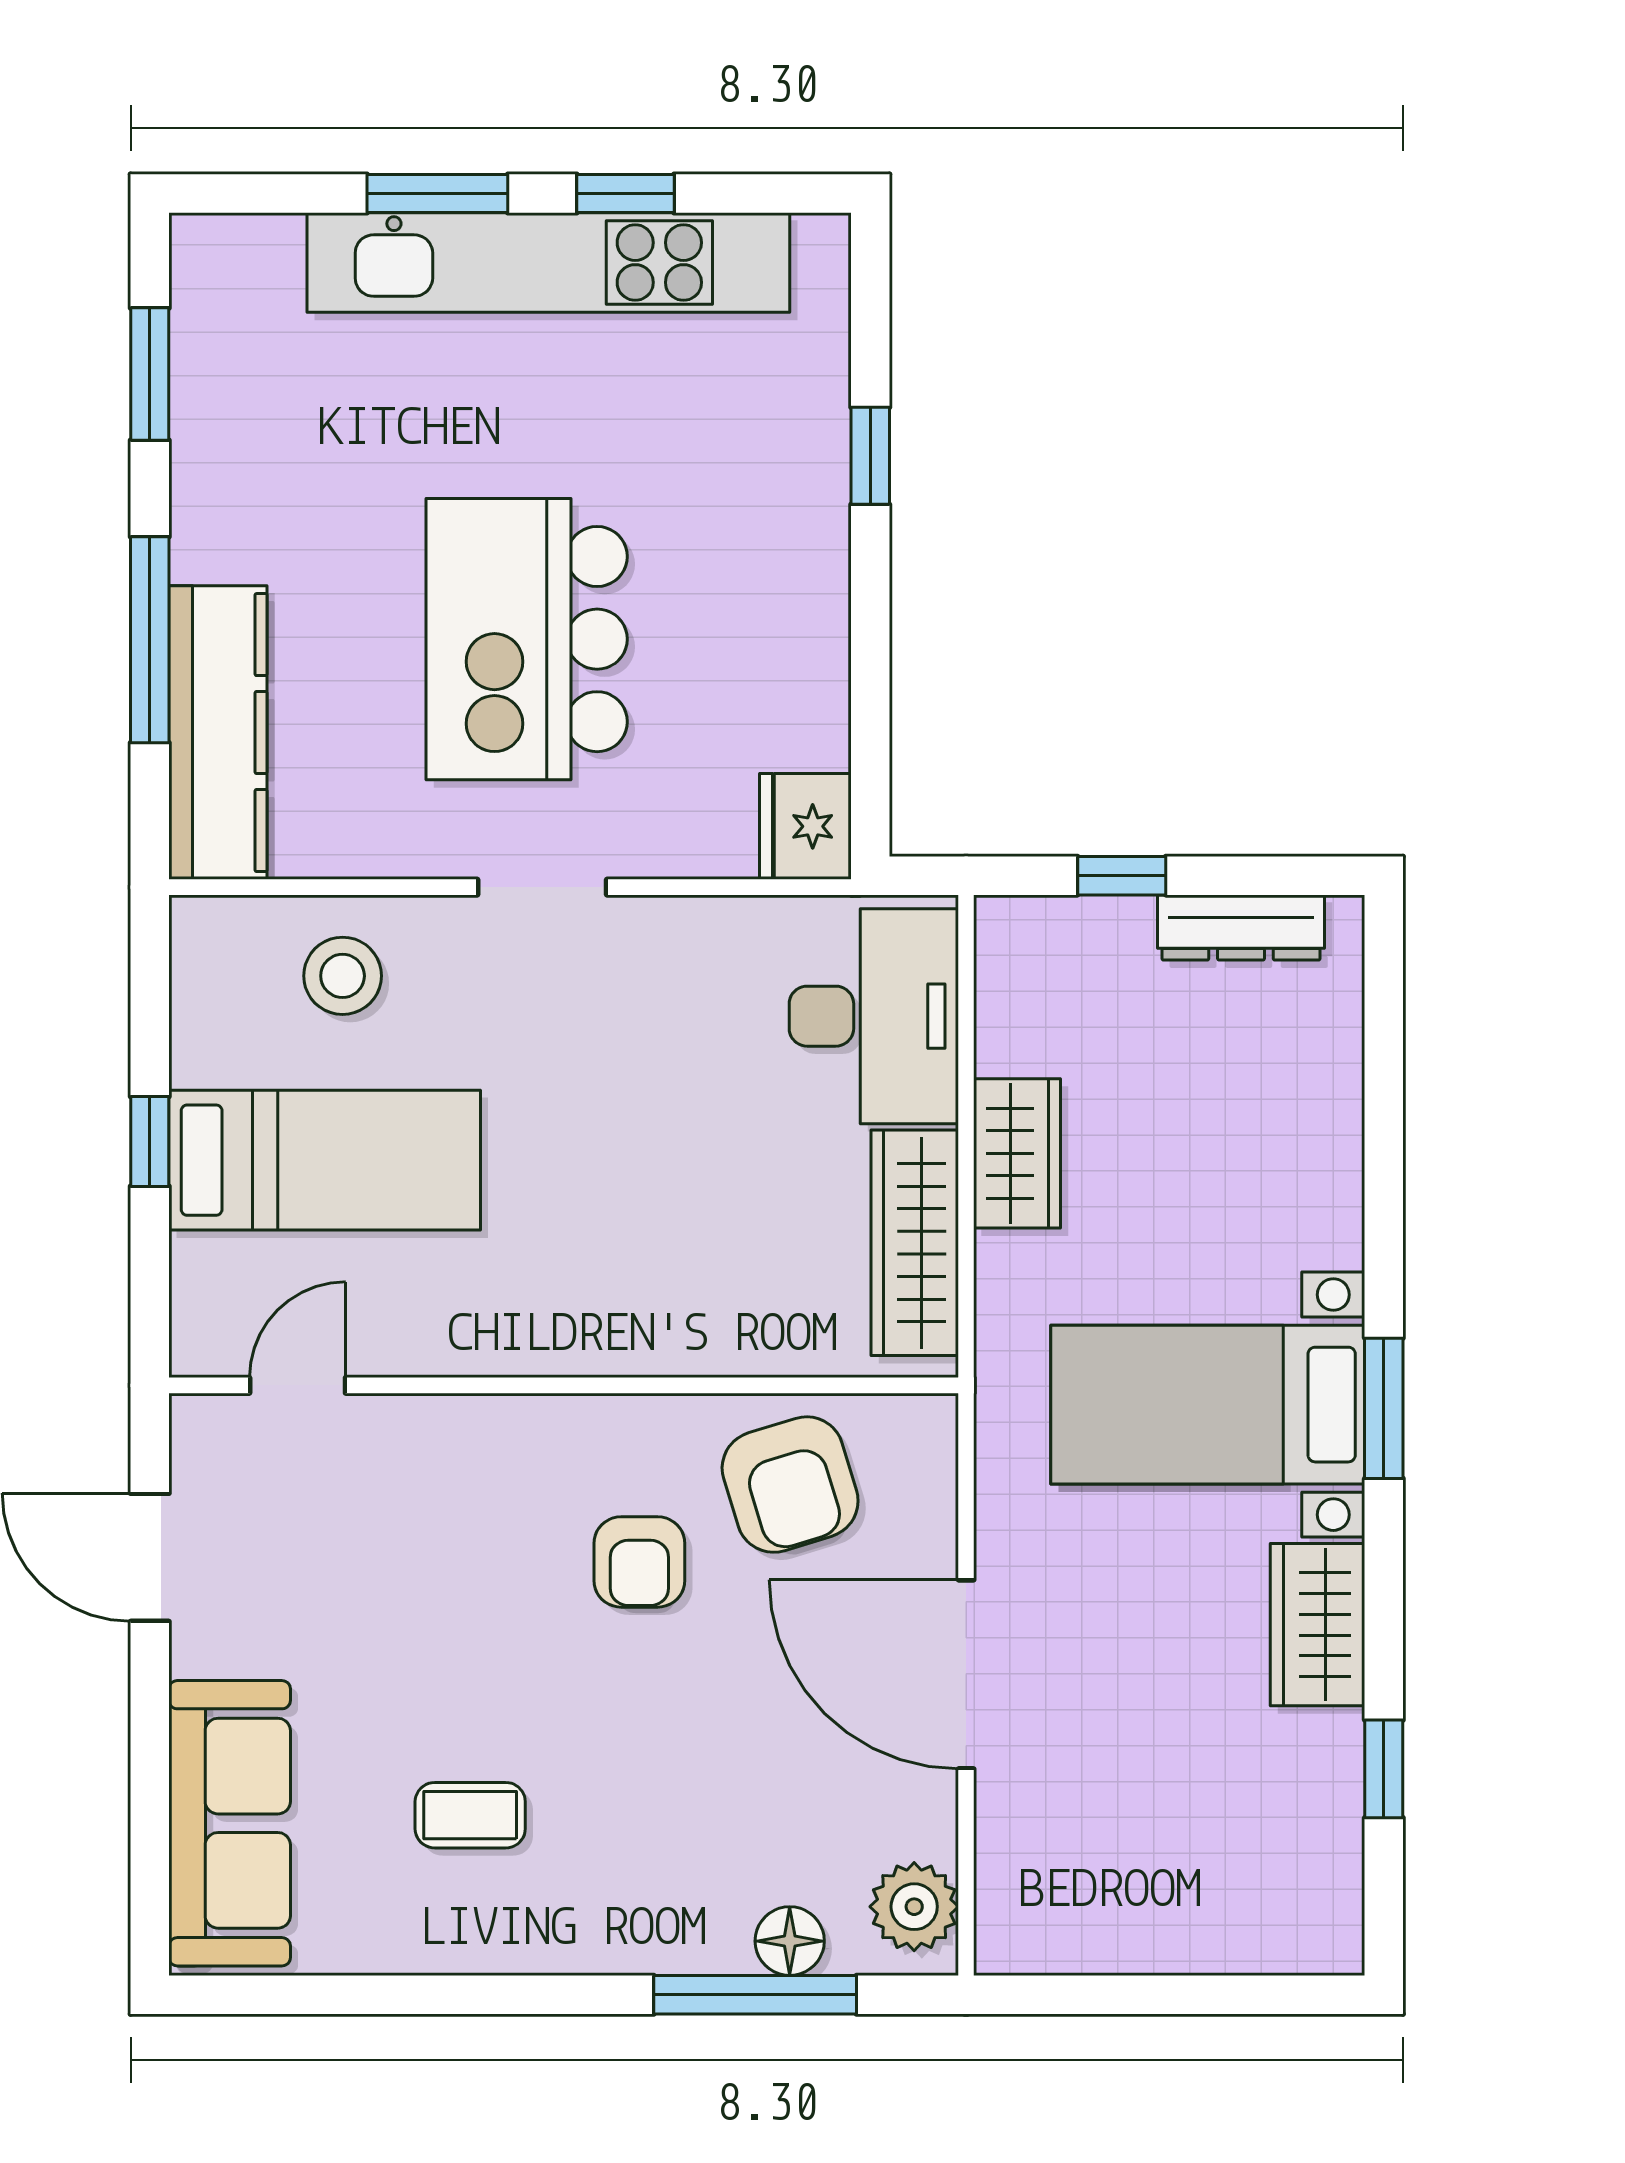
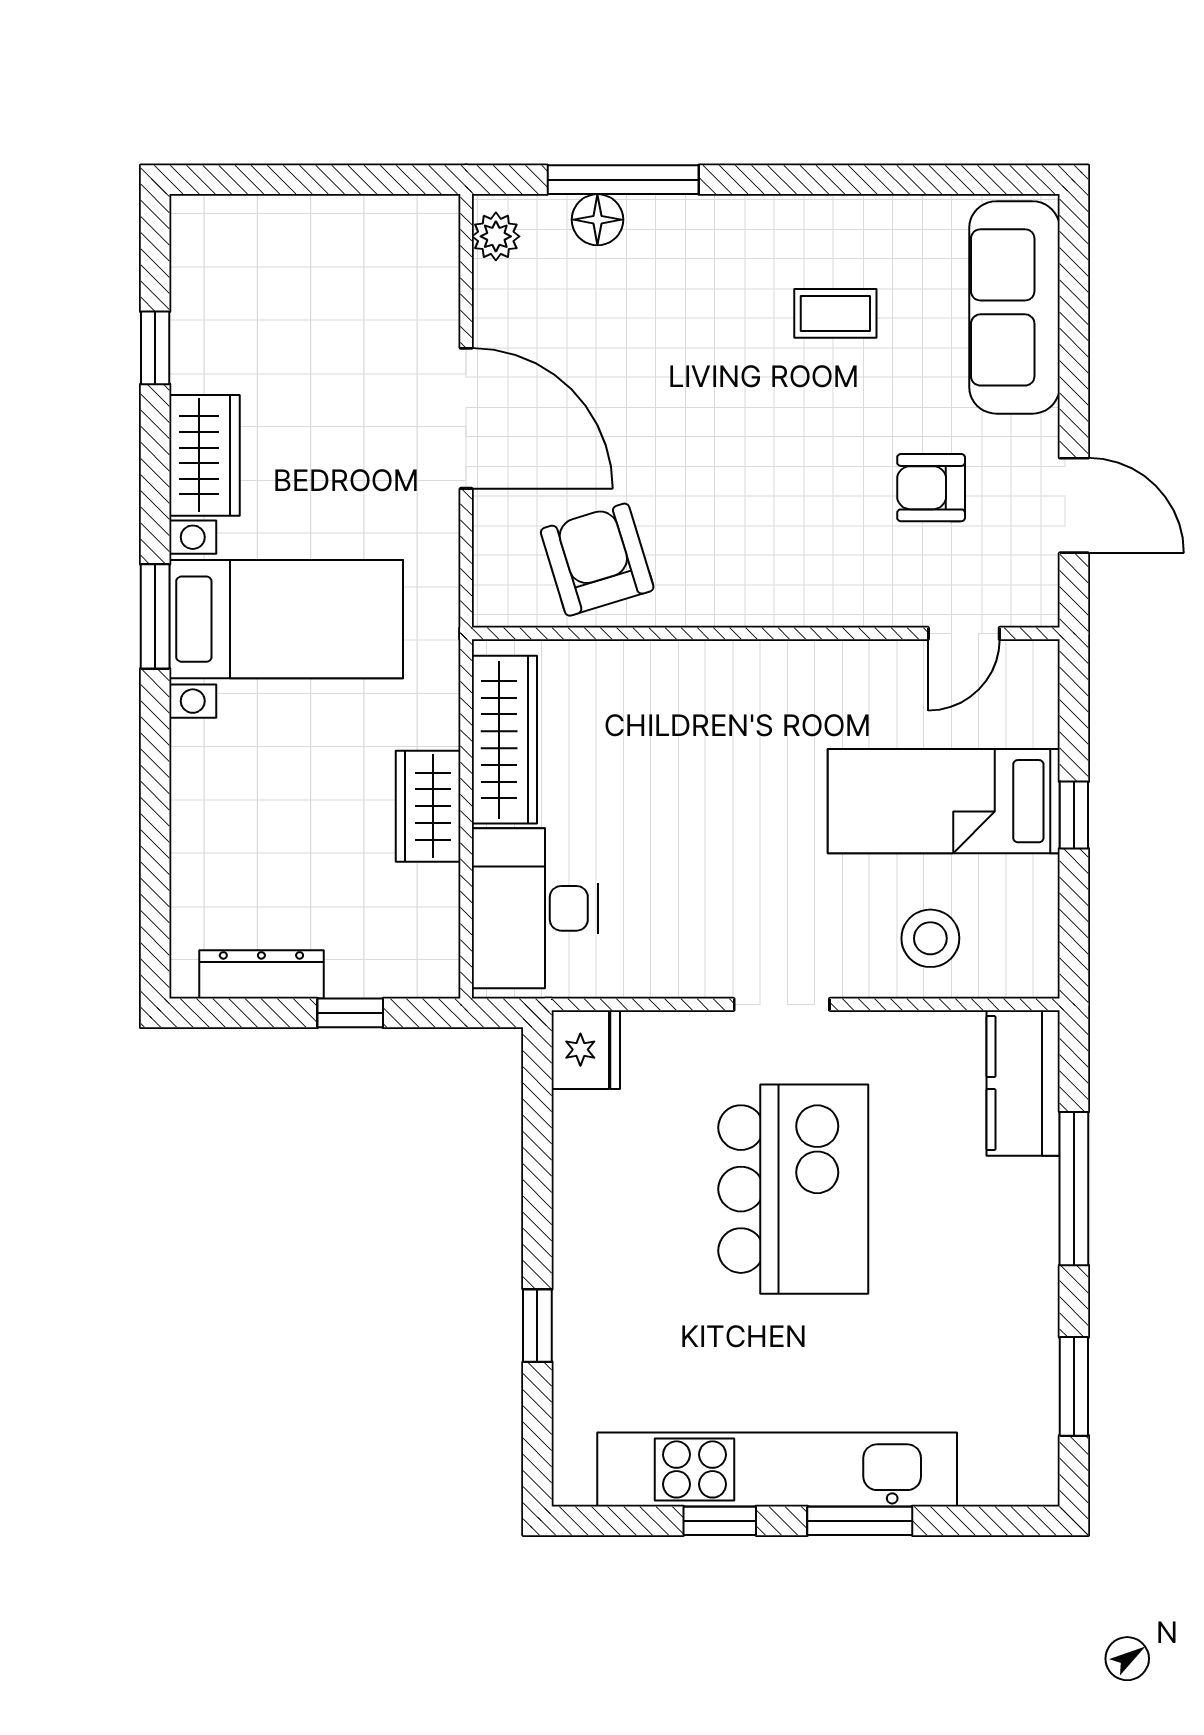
kitchen counter: (218, 733) -> (1023, 1083), width x0.67
armchair: (639, 1562) -> (931, 488), moved, turned -90
plant: (914, 1907) -> (496, 236), width x0.73, depth x0.73

